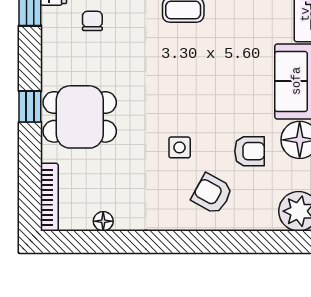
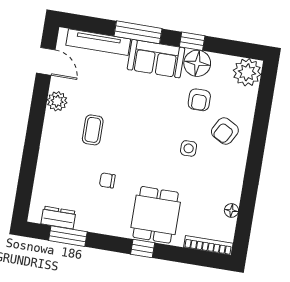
chair: (92, 21) -> (107, 180), moved
armchair: (249, 151) -> (199, 100), turned 180

